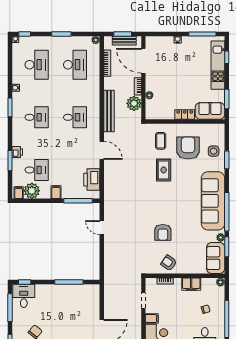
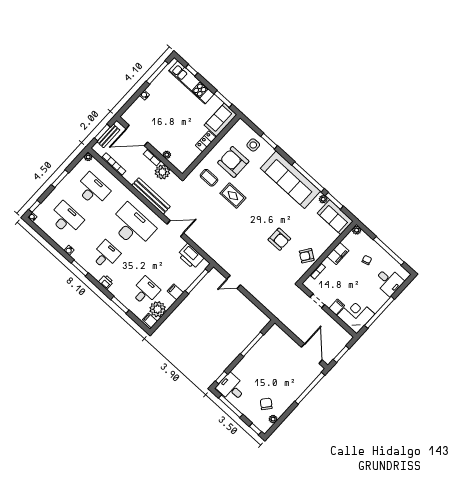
desk: (75, 117) -> (132, 226), width x1.87, depth x1.30
printer: (17, 152) -> (106, 282), moved

